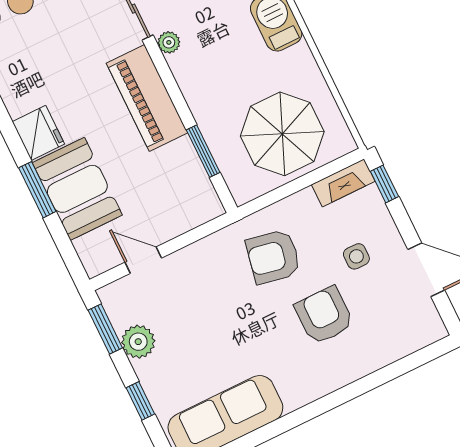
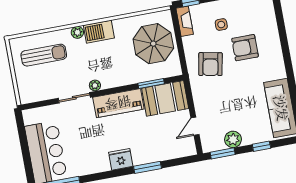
booth: (77, 189) -> (165, 98), moved

